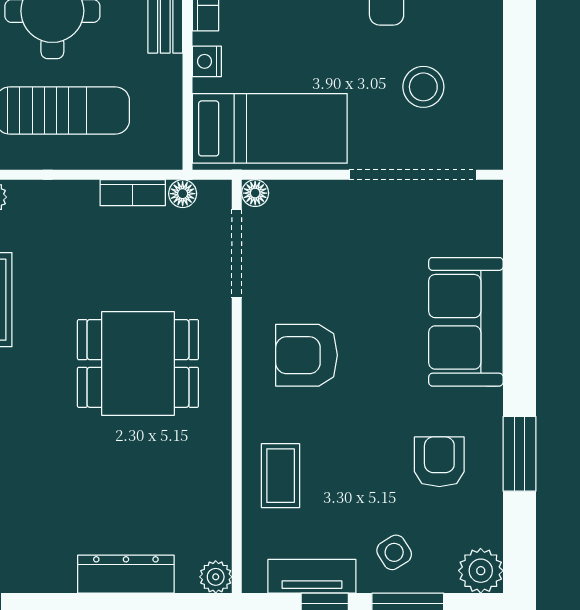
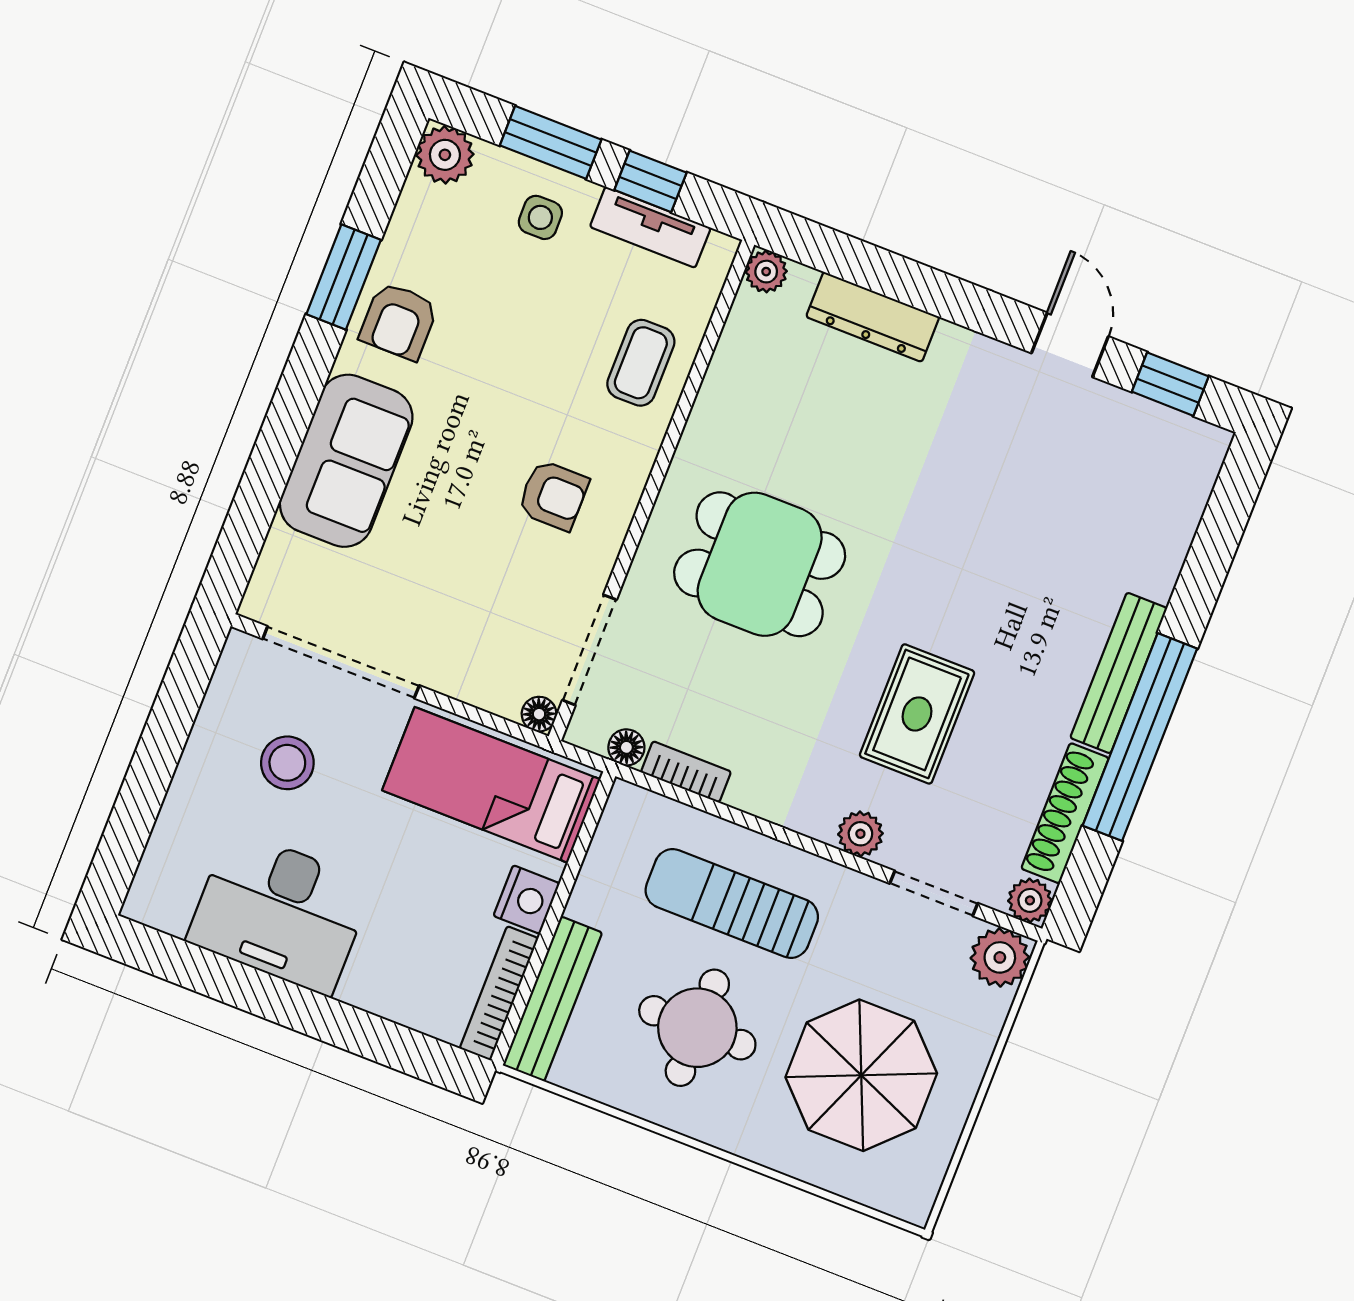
nightstand: (207, 61) -> (527, 900), width x1.39, depth x1.35
armchair: (307, 355) -> (553, 495), width x0.72, depth x0.72
armchair: (439, 462) -> (399, 321), moved
side table: (394, 552) -> (540, 217), turned 32

